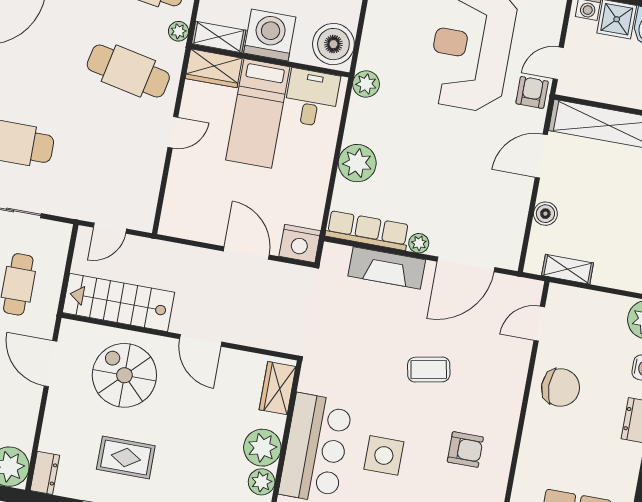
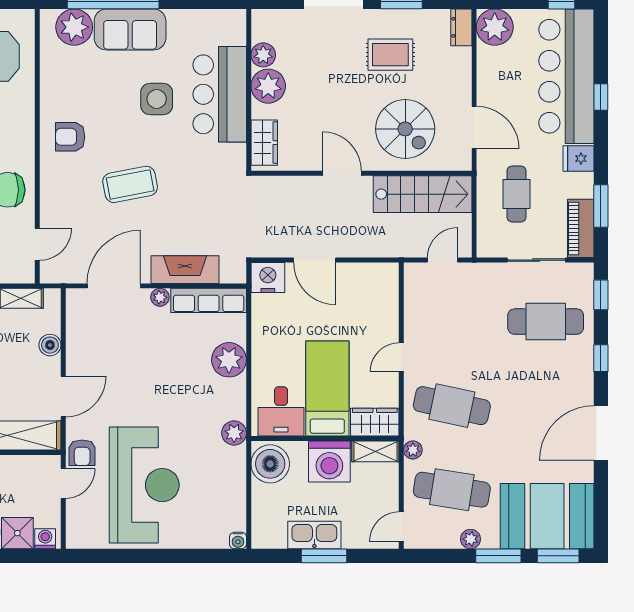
coffee table: (429, 370) -> (130, 184), width x1.36, depth x1.30
armchair: (465, 449) -> (70, 137), moved

